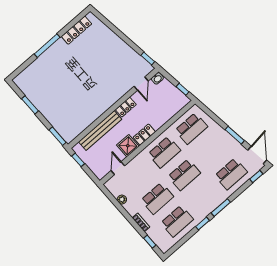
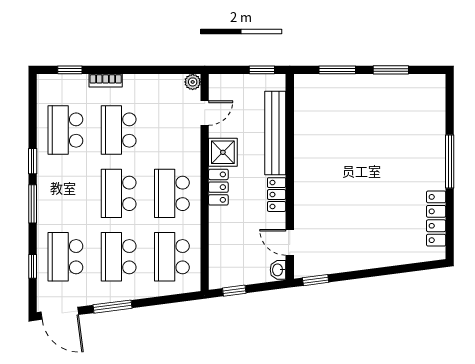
window: (57, 136) -> (337, 70), moved
school desk: (211, 151) -> (119, 257), added
door: (118, 168) -> (205, 113), hinge flipped
window: (256, 177) -> (33, 266), moved
plant: (122, 199) -> (193, 82), moved

